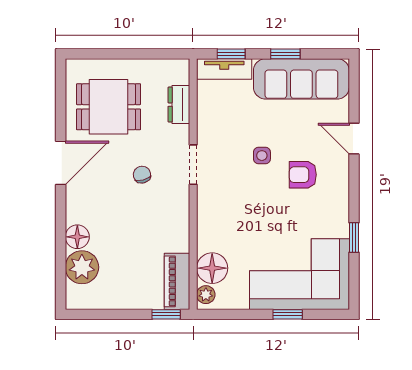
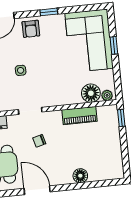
armchair: (303, 175) -> (31, 29), moved
window: (354, 237) -> (49, 12), moved
plant: (82, 267) -> (98, 171), removed
piano: (177, 281) -> (80, 116), moved

